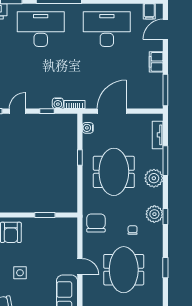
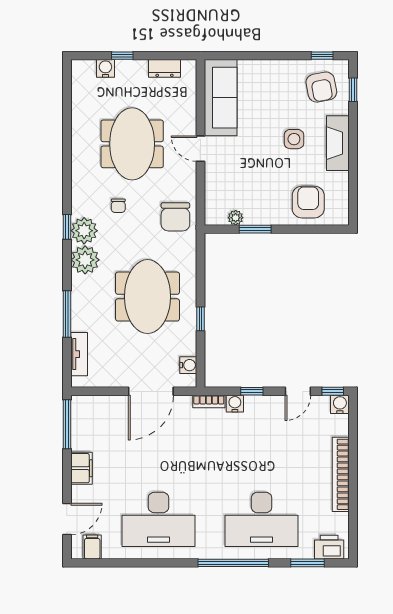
plant: (154, 178) -> (85, 260), moved
plant: (57, 222) -> (236, 218), added
window: (165, 268) -> (67, 147), removed

